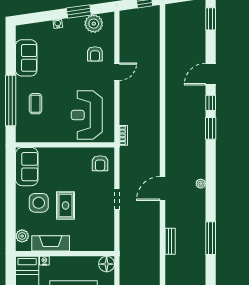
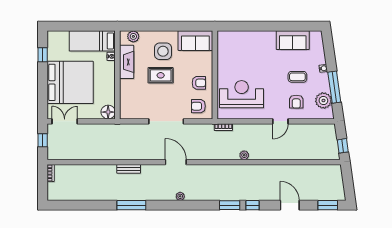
window: (79, 11) -> (334, 87), width x1.44
armchair: (95, 54) -> (296, 102), turned -90
door: (117, 72) -> (280, 121), hinge flipped
door: (211, 74) -> (290, 205), moved
window: (11, 100) -> (255, 26), removed
coffee table: (35, 104) -> (297, 77), moved
plant: (155, 112) -> (244, 155), added
armchair: (74, 163) -> (199, 83), added
doorway: (117, 199) -> (166, 121), width x1.87

